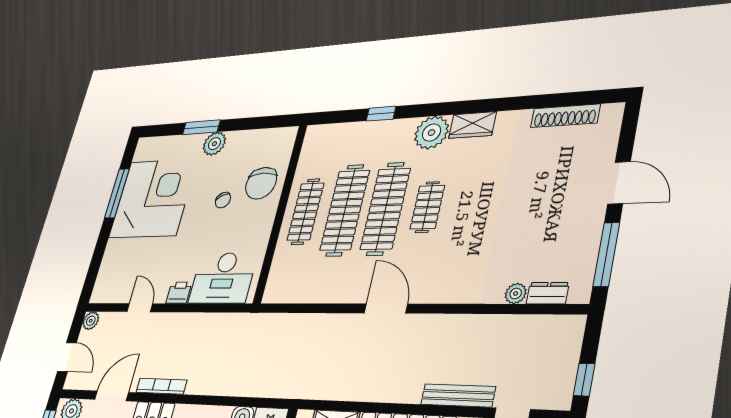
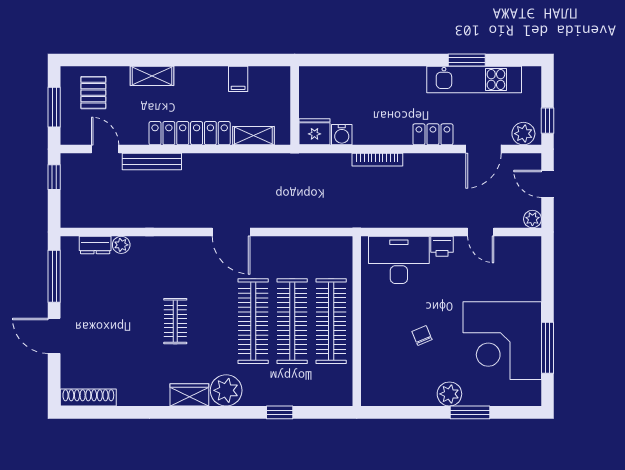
shoe rack: (565, 116) -> (88, 397), moved
chair: (261, 183) -> (386, 351), removed
clothes rail: (427, 207) -> (175, 321), moved
clothes rail: (306, 212) -> (331, 321), width x1.37, depth x1.31
bookcase: (161, 386) -> (377, 160), moved

